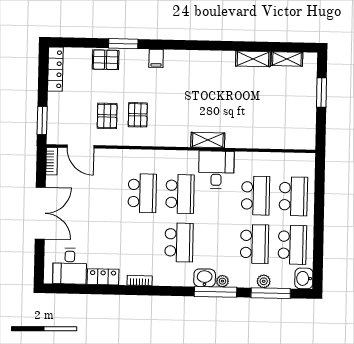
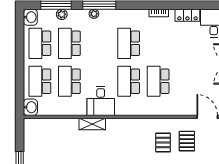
shelving: (208, 140) -> (92, 124), moved
washbasin: (205, 278) -> (30, 107), moved, turned -90

